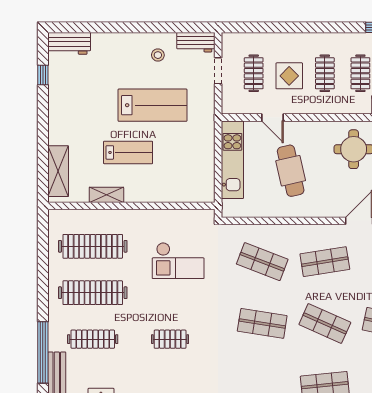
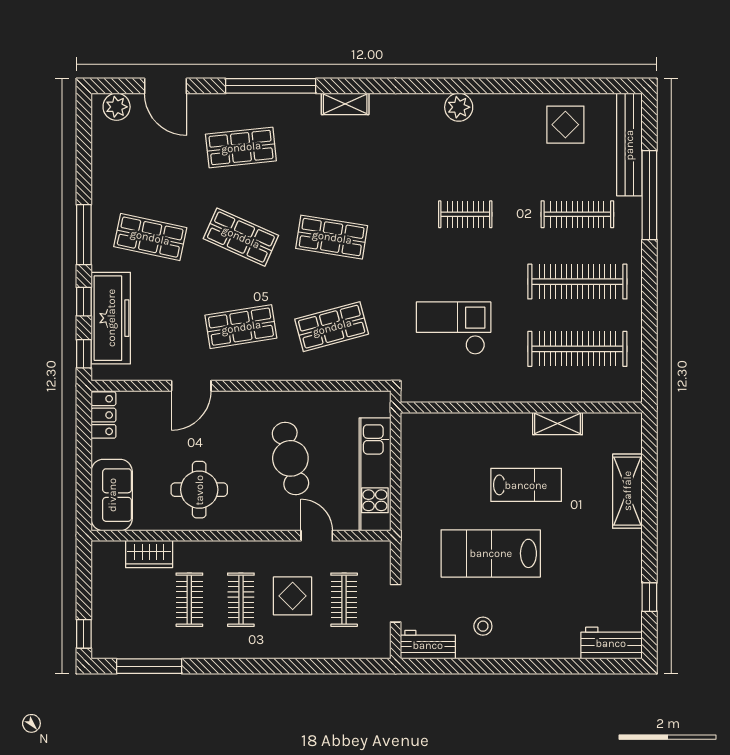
lab bench: (128, 152) -> (526, 485), turned 180
shelving: (58, 171) -> (627, 491), moved
shop shelf: (262, 262) -> (332, 327), turned -36

